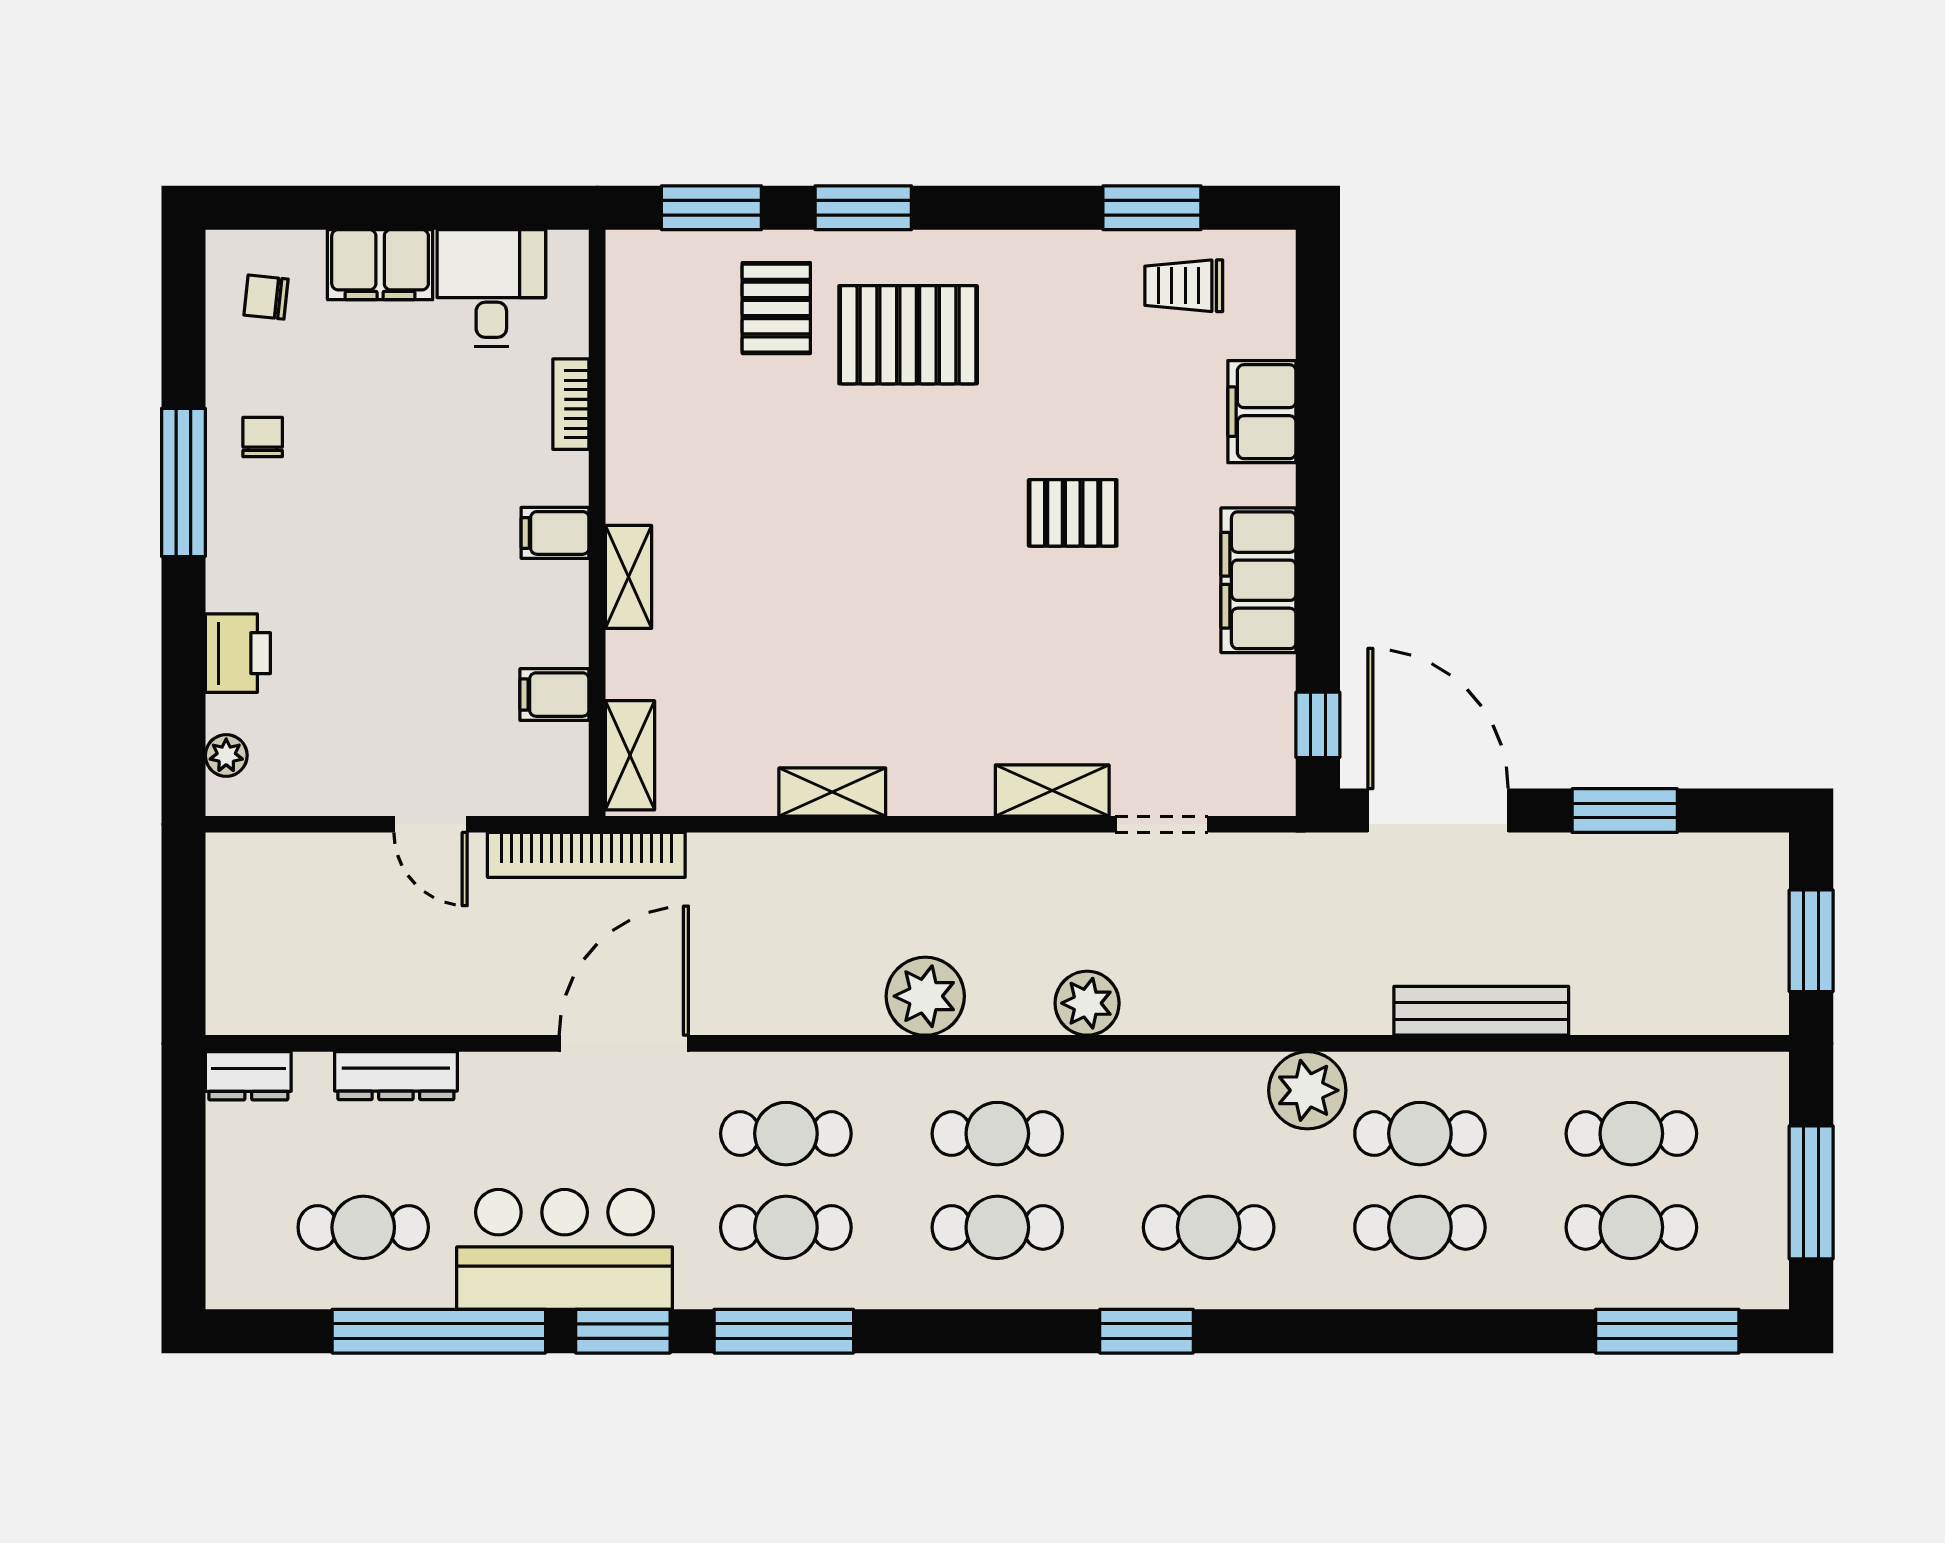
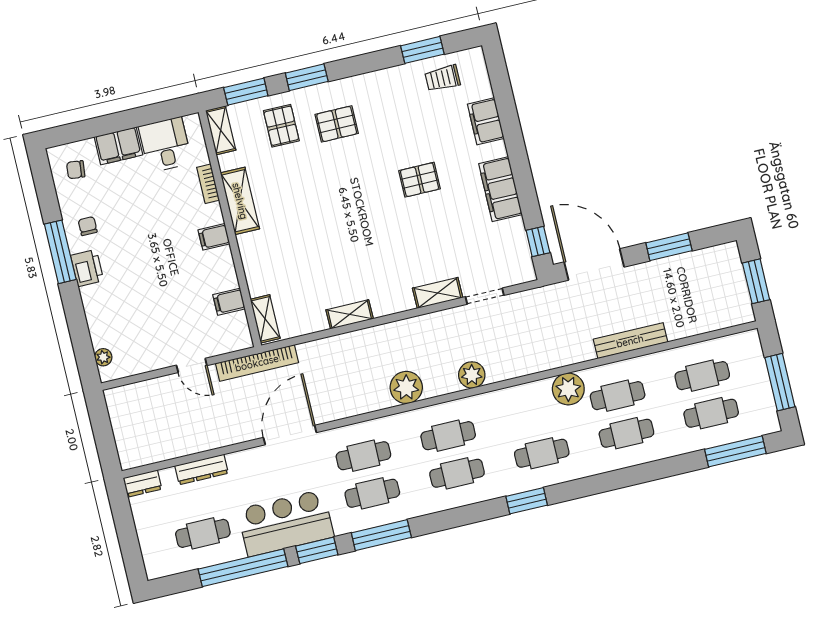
shelving: (630, 285) -> (221, 130), added
pallet: (908, 335) -> (337, 124), width x0.67, depth x0.71
shelving: (629, 577) -> (240, 201), moved, width x1.50, depth x1.33
printer: (238, 653) -> (87, 268), moved

